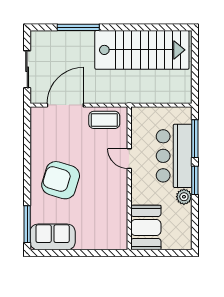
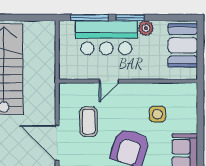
coffee table: (104, 120) -> (89, 122), moved
side table: (95, 209) -> (157, 114), added
booth: (146, 228) -> (183, 45), moved, turned 90

